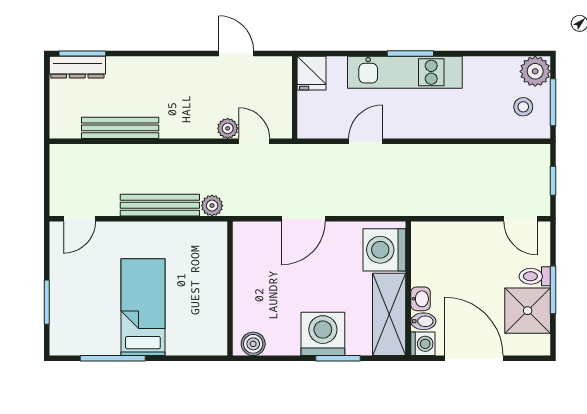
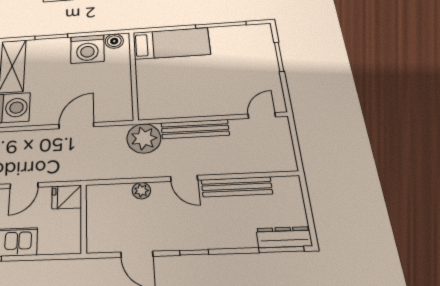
window: (174, 54) -> (194, 252), added
fridge: (312, 73) -> (67, 197), moved, turned -90
door: (254, 141) -> (184, 178), moved
plant: (212, 206) -> (144, 138), width x1.87, depth x1.87
bed: (143, 307) -> (171, 43), moved, turned -90
washing machine: (323, 334) -> (87, 49), moved

